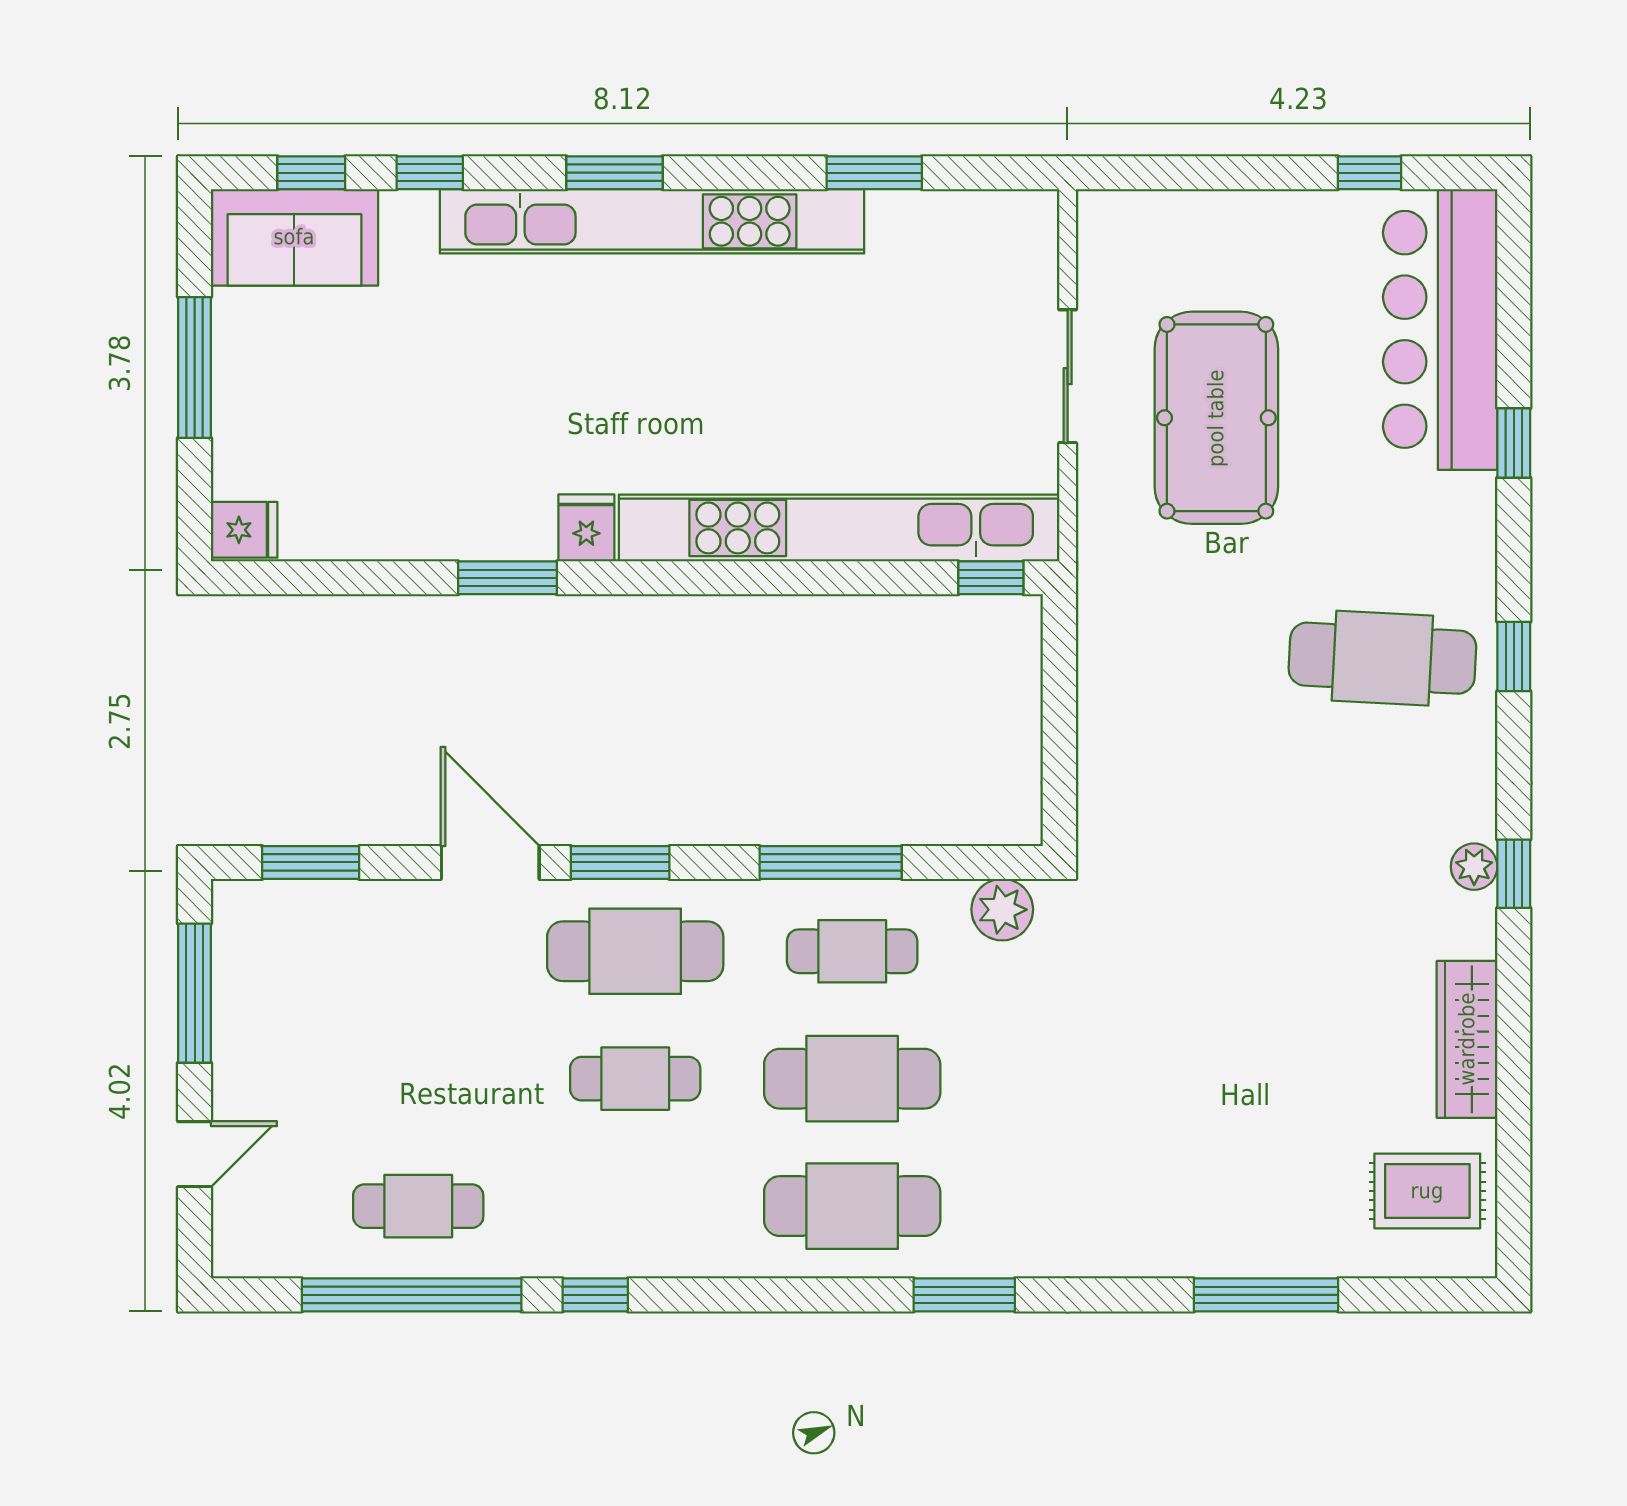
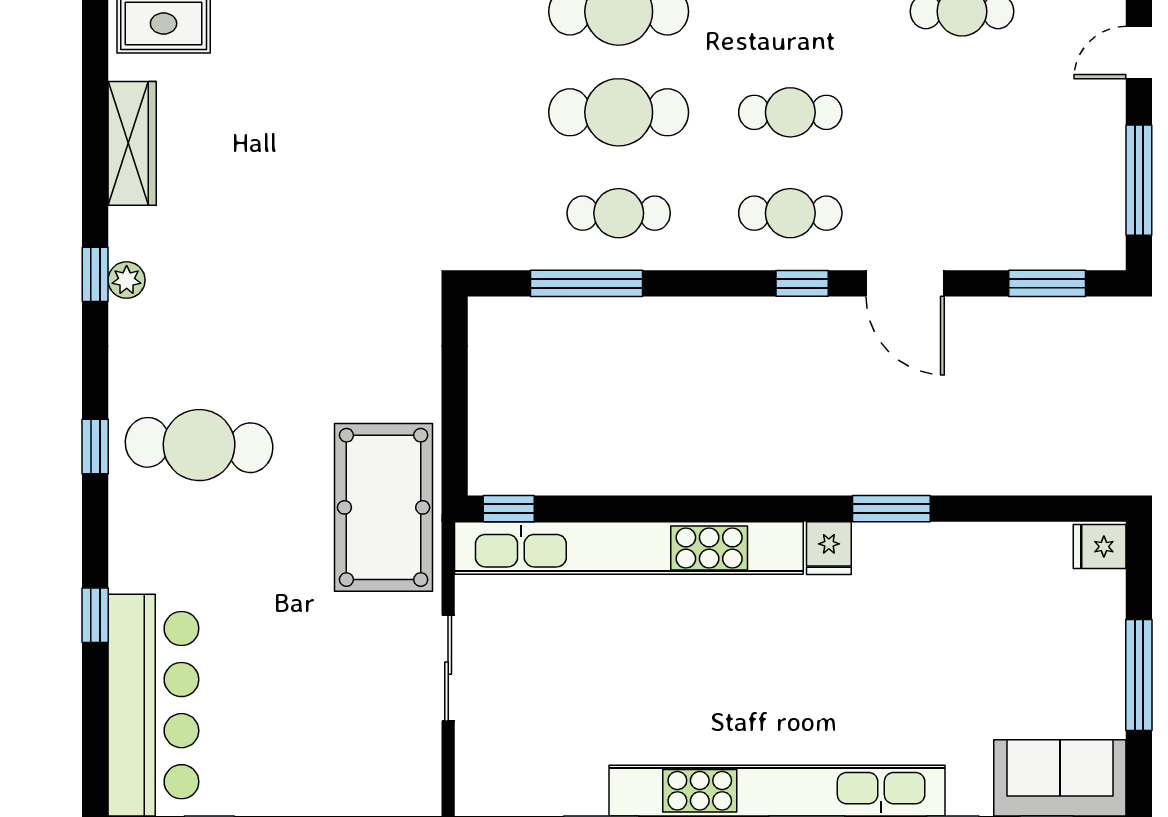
pool table: (1216, 418) -> (384, 507), moved
window: (620, 862) -> (802, 283), width x0.67
window: (831, 862) -> (586, 283), moved
plant: (1002, 910) -> (500, 246), removed
cafe table: (635, 951) -> (790, 213), width x0.73, depth x0.74

